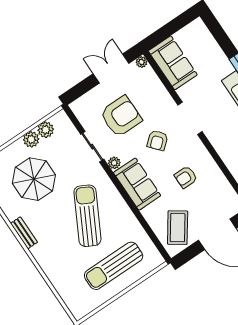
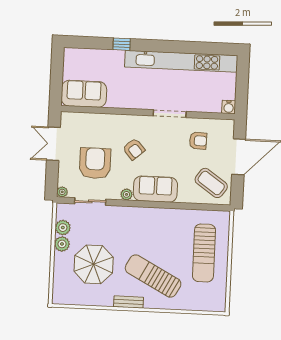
plant: (142, 62) -> (62, 192), moved
doorway: (190, 118) -> (170, 114), moved
sliding door: (92, 147) -> (90, 201), moved
armchair: (186, 177) -> (198, 141), moved, turned -88
sun lounger: (87, 216) -> (153, 276), moved

